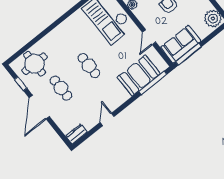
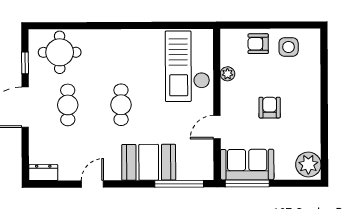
booth: (139, 75) -> (149, 162), moved

